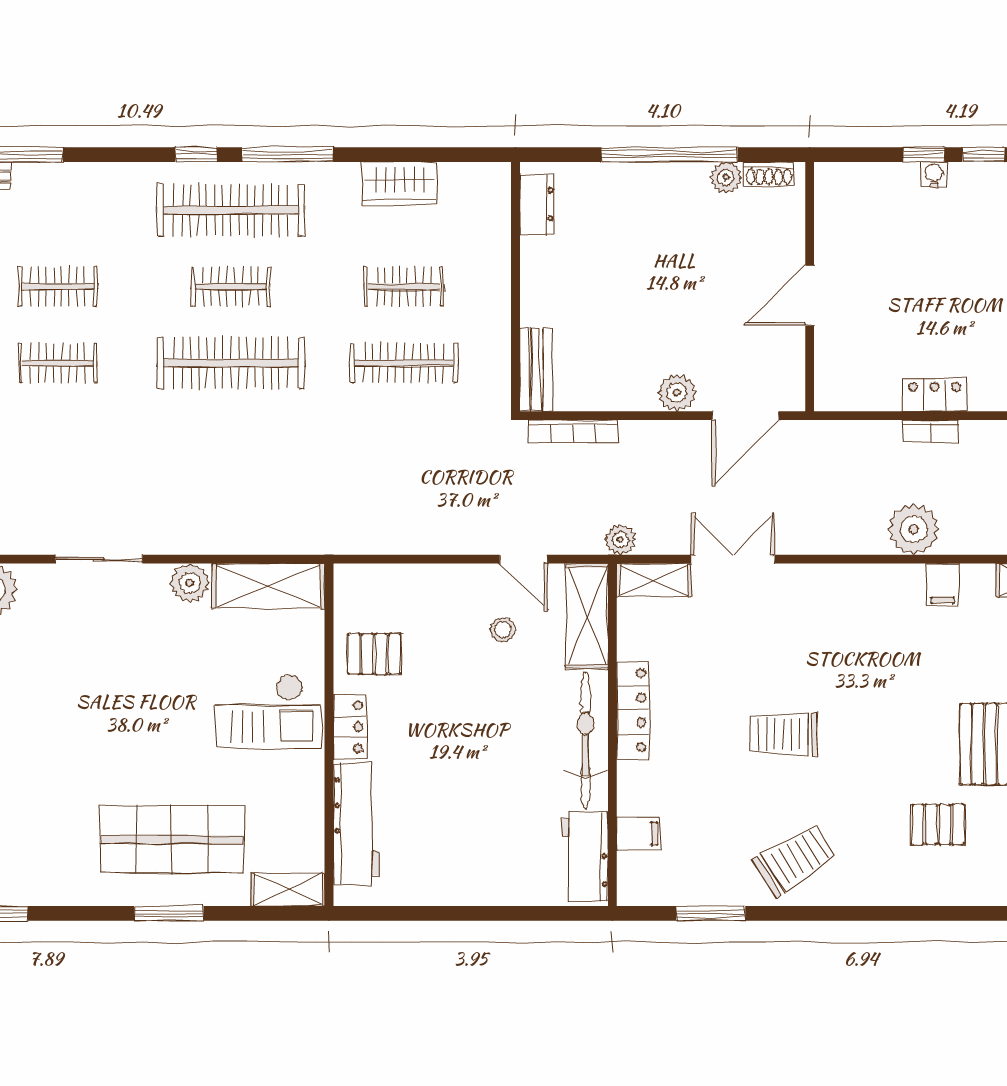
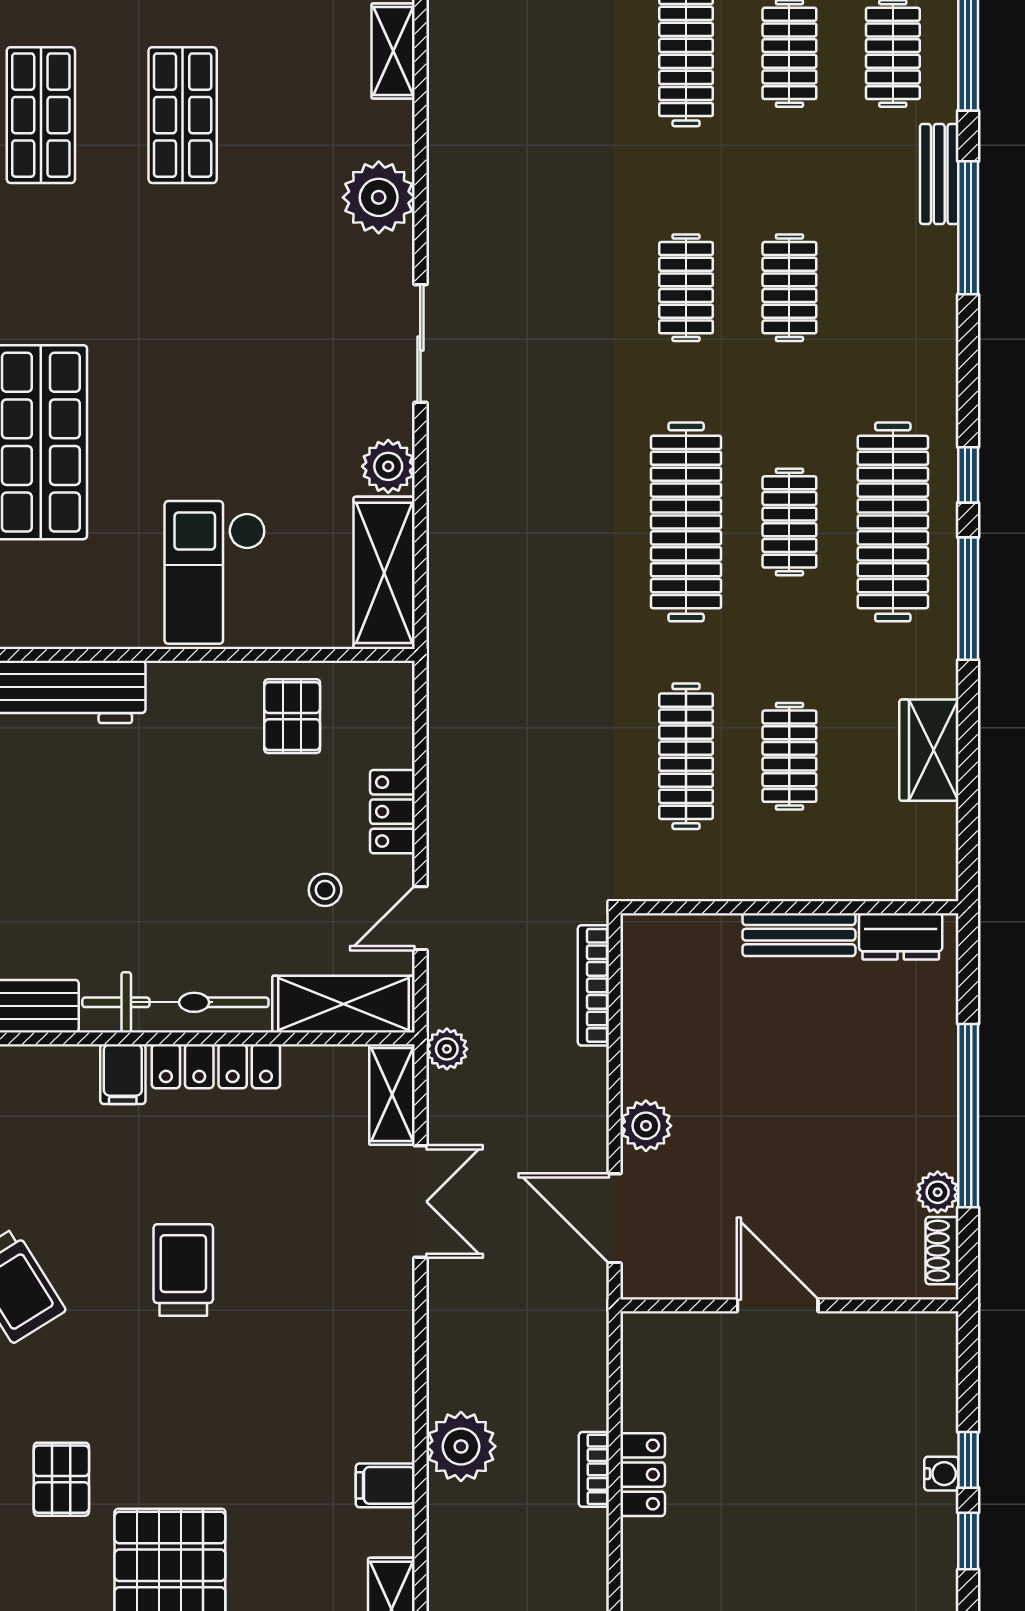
bench: (536, 370) -> (799, 935), moved
locker: (350, 727) -> (392, 812), moved, turned 90
filing cabinet: (639, 833) -> (123, 1074), moved

